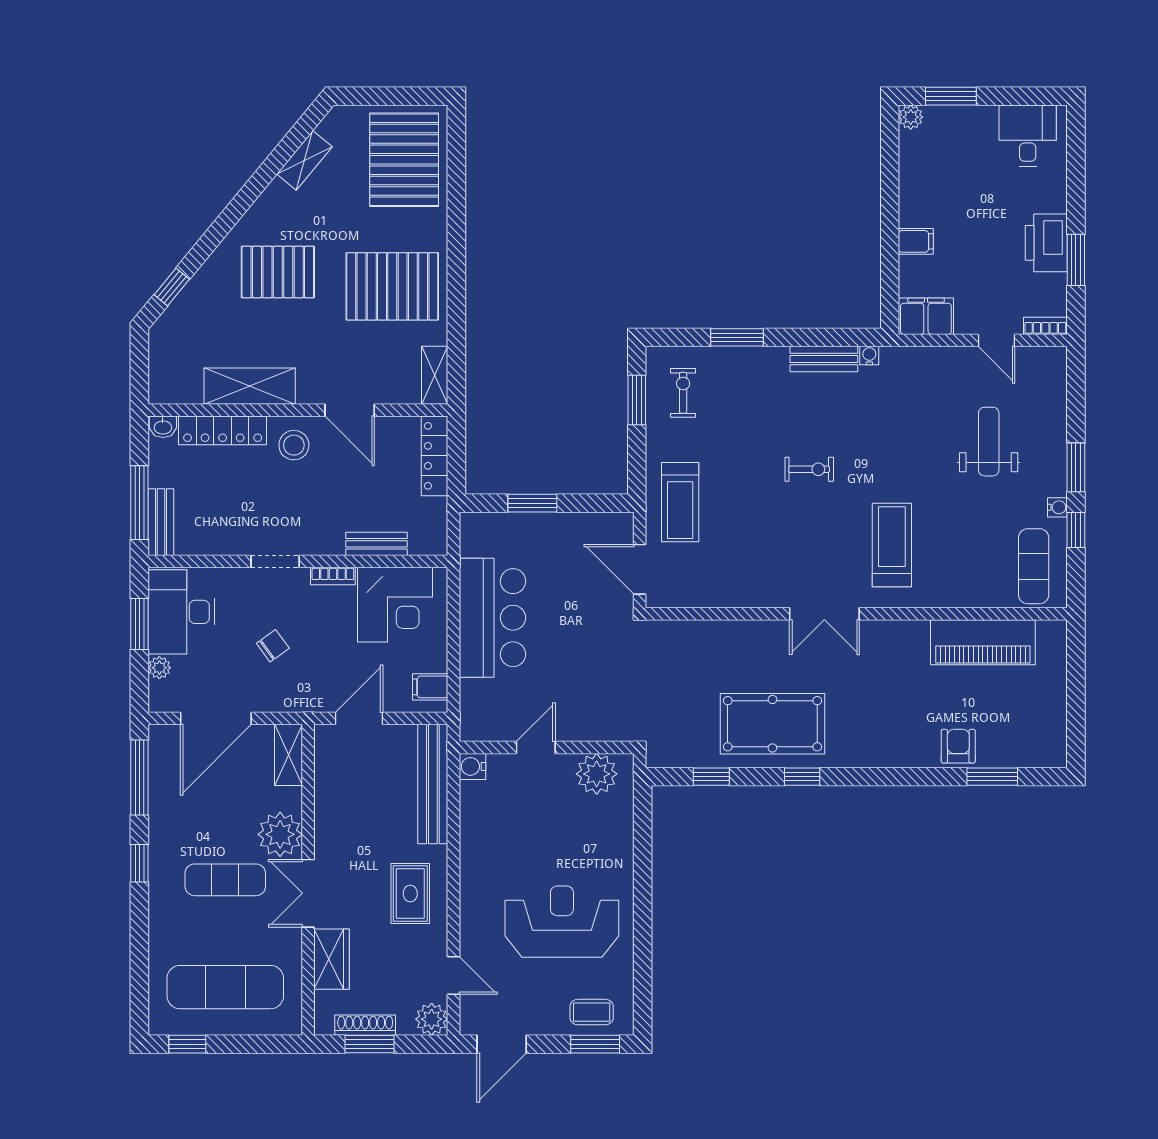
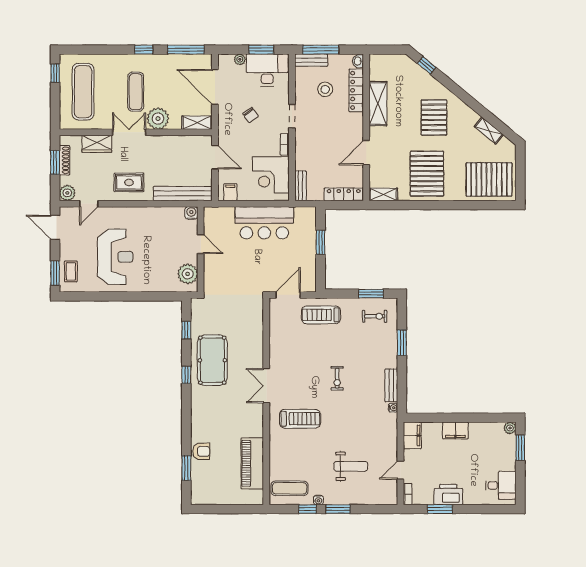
filing cabinet: (916, 241) -> (455, 430), width x2.00
stool: (294, 445) -> (325, 89), moved
bench: (376, 544) -> (301, 186), moved

